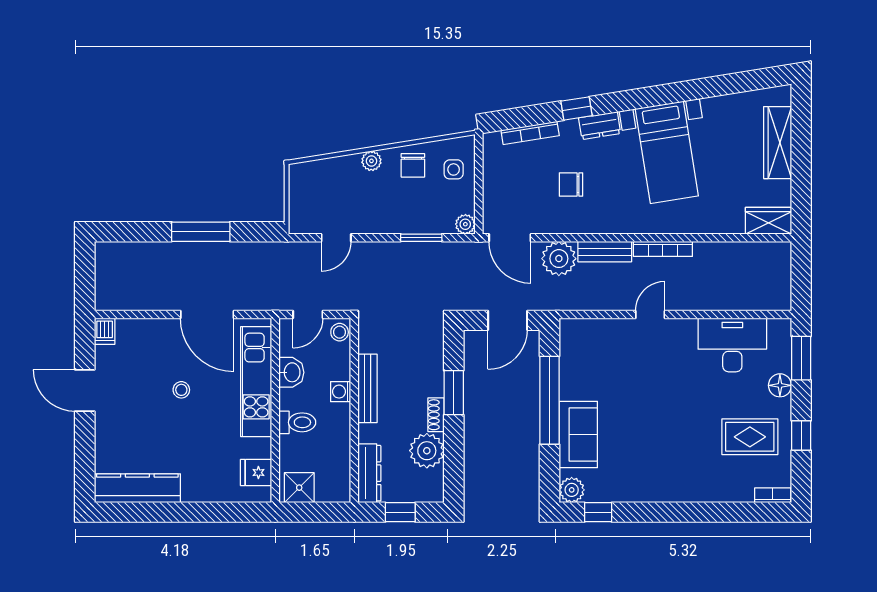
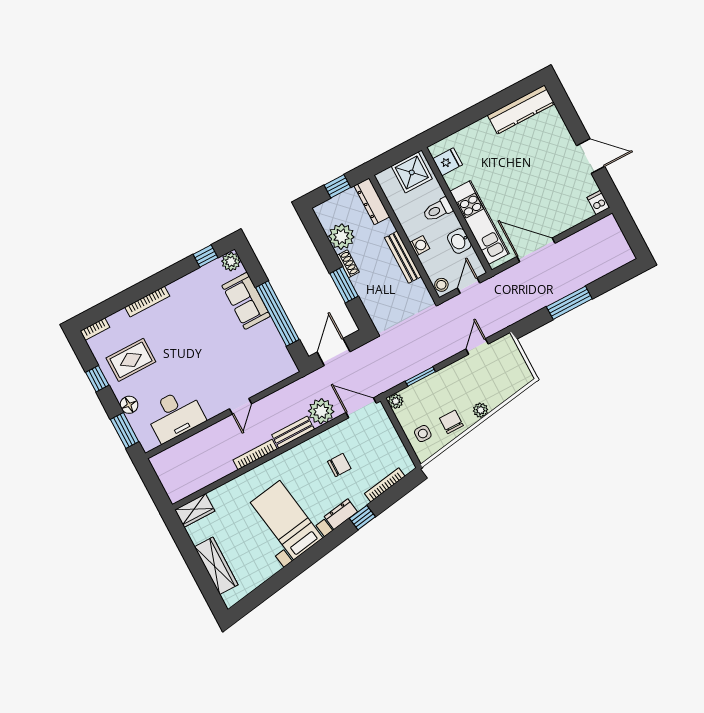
stool: (181, 390) -> (527, 190), removed
shower: (299, 488) -> (412, 172), width x1.36, depth x1.36
bookcase: (695, 495) -> (147, 302), added

